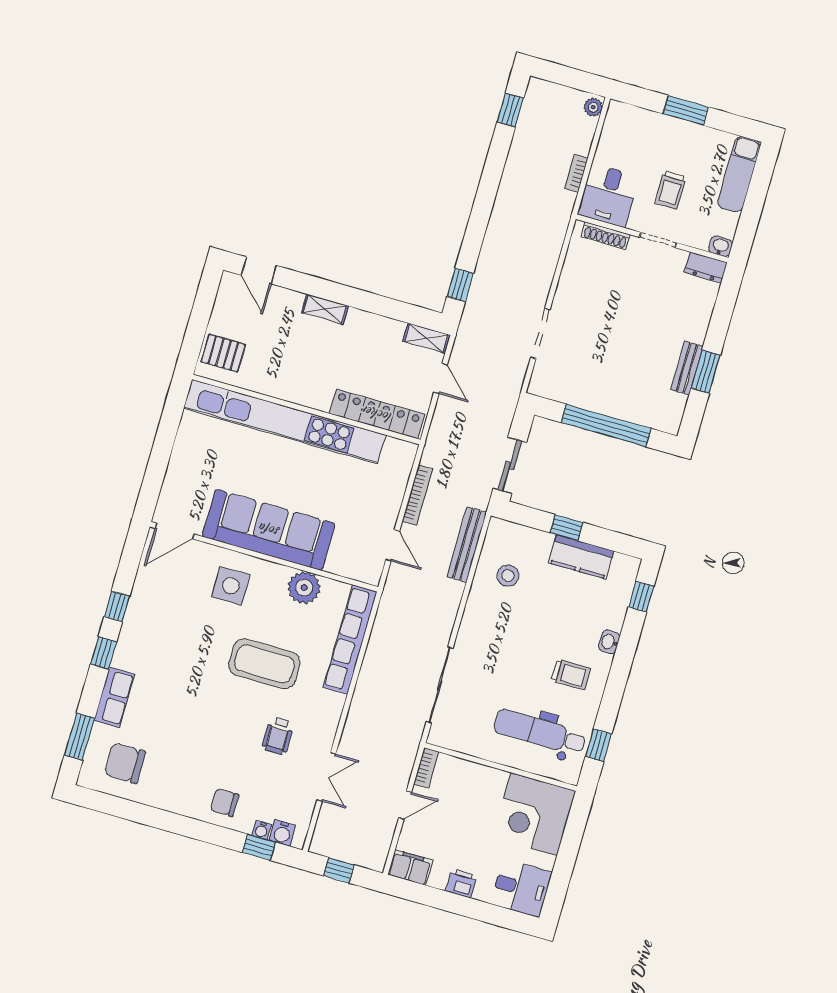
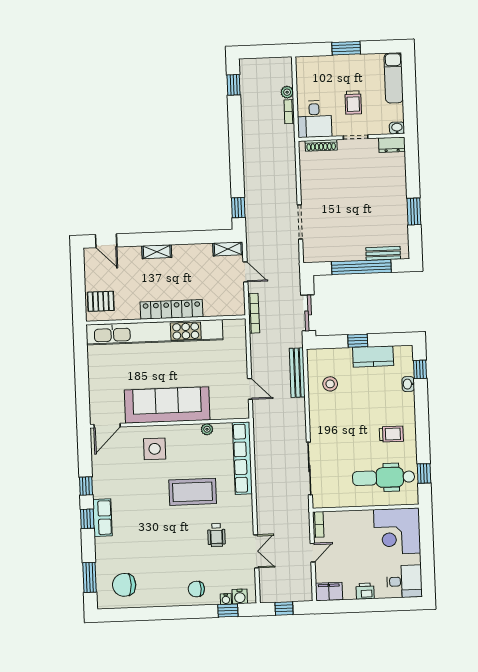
plant: (593, 107) -> (287, 92), moved
bench: (687, 368) -> (383, 253), moved, turned 90
locker: (377, 414) -> (172, 309), moved
bookcase: (417, 495) -> (254, 313), moved
plant: (304, 588) -> (207, 429), width x0.53, depth x0.53
washbasin: (609, 642) -> (408, 384), moved
row of seats: (114, 697) -> (102, 518), moved

